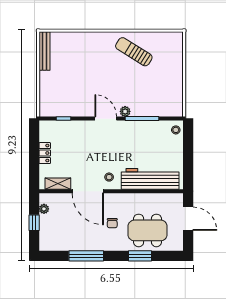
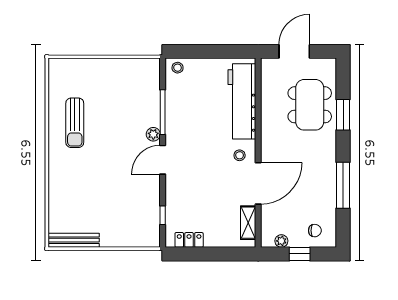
sun lounger: (134, 52) -> (75, 123), turned -32
locker: (45, 153) -> (189, 240), moved
chair: (112, 223) -> (315, 231), moved

